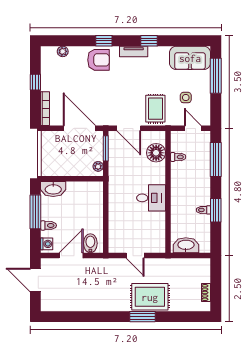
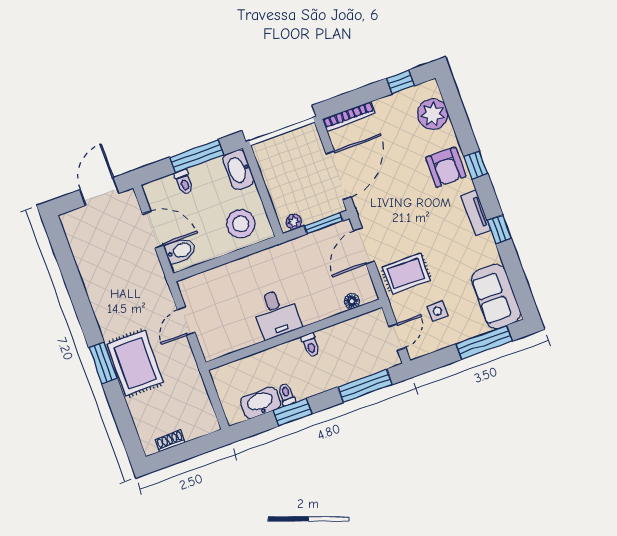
plant: (63, 51) -> (433, 114), width x1.87, depth x1.87
window: (35, 82) -> (400, 82), moved
floor lamp: (156, 153) -> (352, 301), width x0.53, depth x0.53
toilet: (178, 157) -> (310, 345), moved
stool: (87, 200) -> (241, 224), added
washing machine: (47, 244) -> (157, 189), removed
washbasin: (186, 245) -> (261, 403), moved, turned -90

